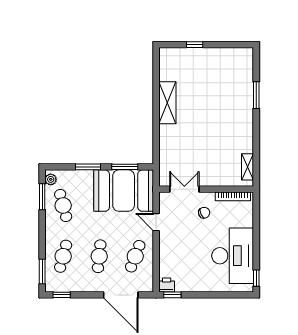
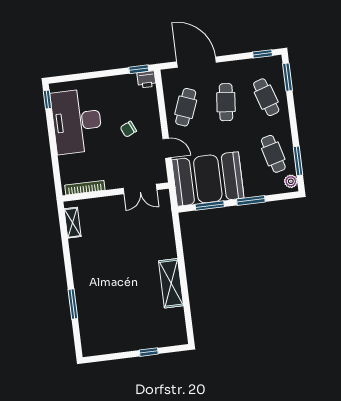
chair: (204, 213) -> (128, 129), moved
cafe table: (63, 256) -> (266, 97), turned -33

